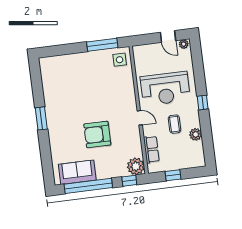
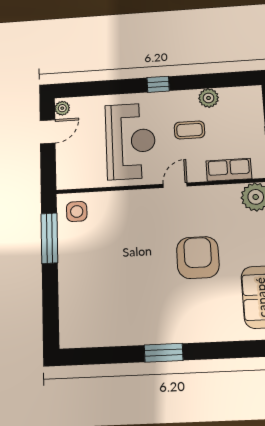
armchair: (97, 134) -> (198, 258), turned 180

